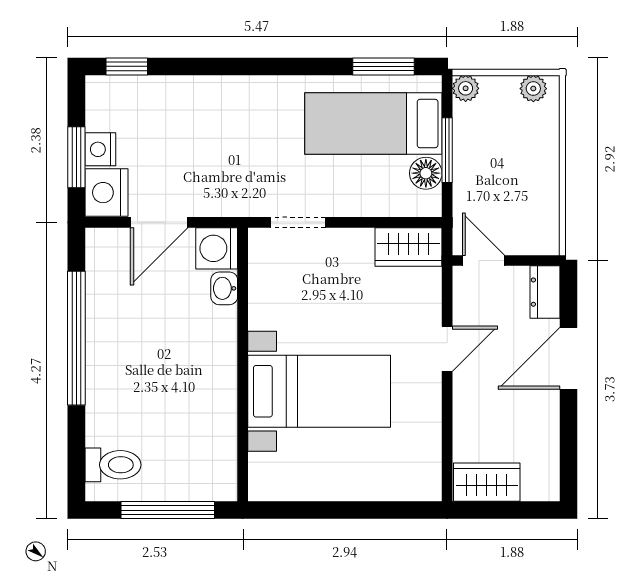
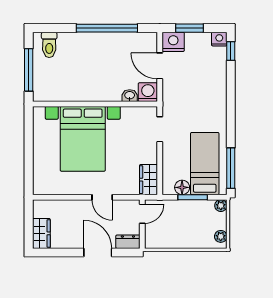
window: (384, 66) -> (231, 168), width x1.44
nightstand: (100, 149) -> (219, 39), moved
bed with nightstands: (319, 391) -> (83, 139), width x1.36
wardrobe: (487, 482) -> (41, 233), moved

